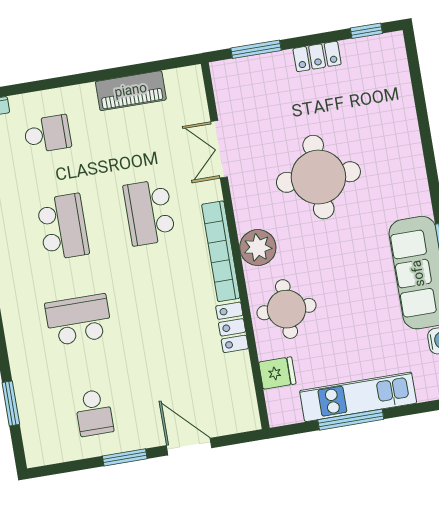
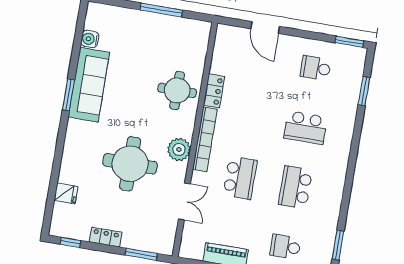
plant: (258, 248) -> (179, 149), moved
fridge: (277, 373) -> (66, 194), moved, turned 180
kitchen unit: (358, 397) -> (152, 22), removed
school desk: (94, 413) -> (316, 68), turned -90
window: (125, 457) -> (349, 42), moved

